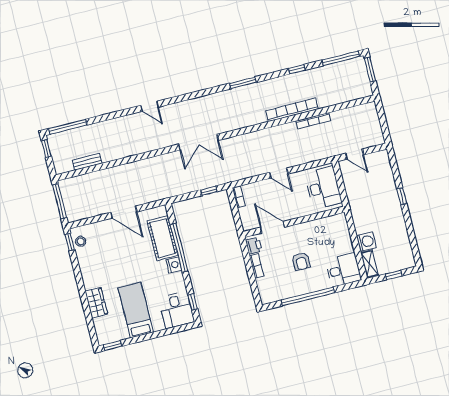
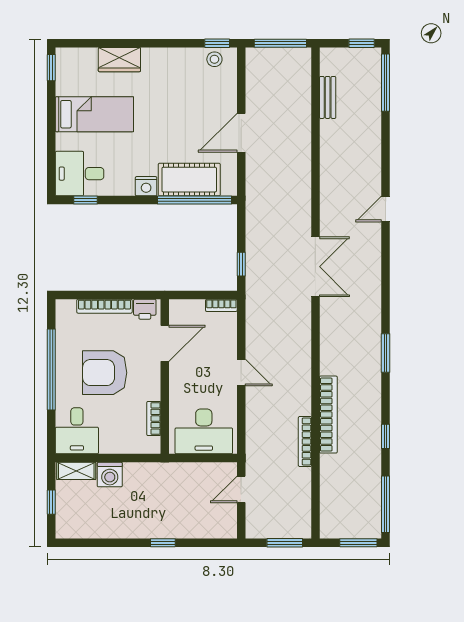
window: (382, 117) -> (285, 543), added
double door: (198, 142) -> (315, 267), swing flipped
door: (279, 173) -> (241, 372), swing flipped
bookcase: (323, 222) -> (154, 419), added
window: (179, 248) -> (195, 200), moved
armchair: (301, 261) -> (105, 373), width x1.88, depth x1.88
bookcase: (257, 266) -> (104, 306), width x1.56

